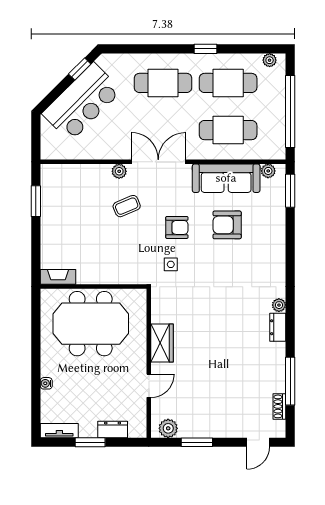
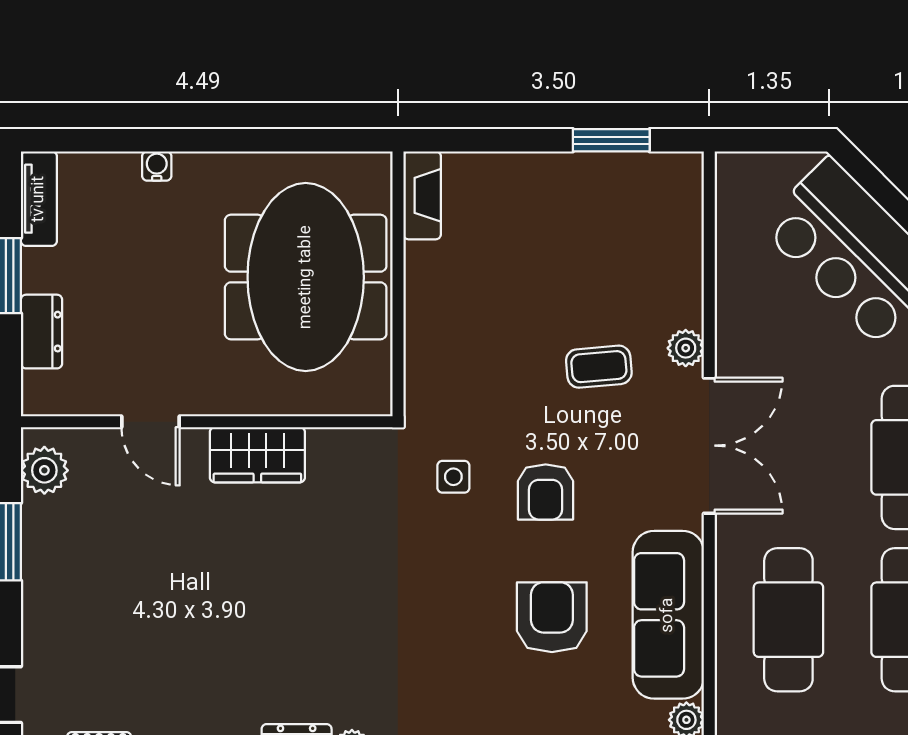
coffee table: (127, 206) -> (599, 367), turned -72

